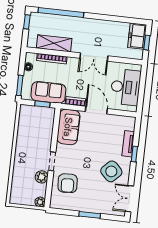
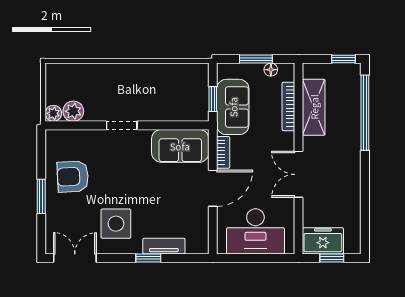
freezer: (137, 36) -> (323, 241), moved
window: (20, 85) -> (256, 59), moved
side table: (111, 171) -> (116, 224), turned 45
plant: (42, 177) -> (73, 111), moved
armchair: (68, 183) -> (73, 177), moved

